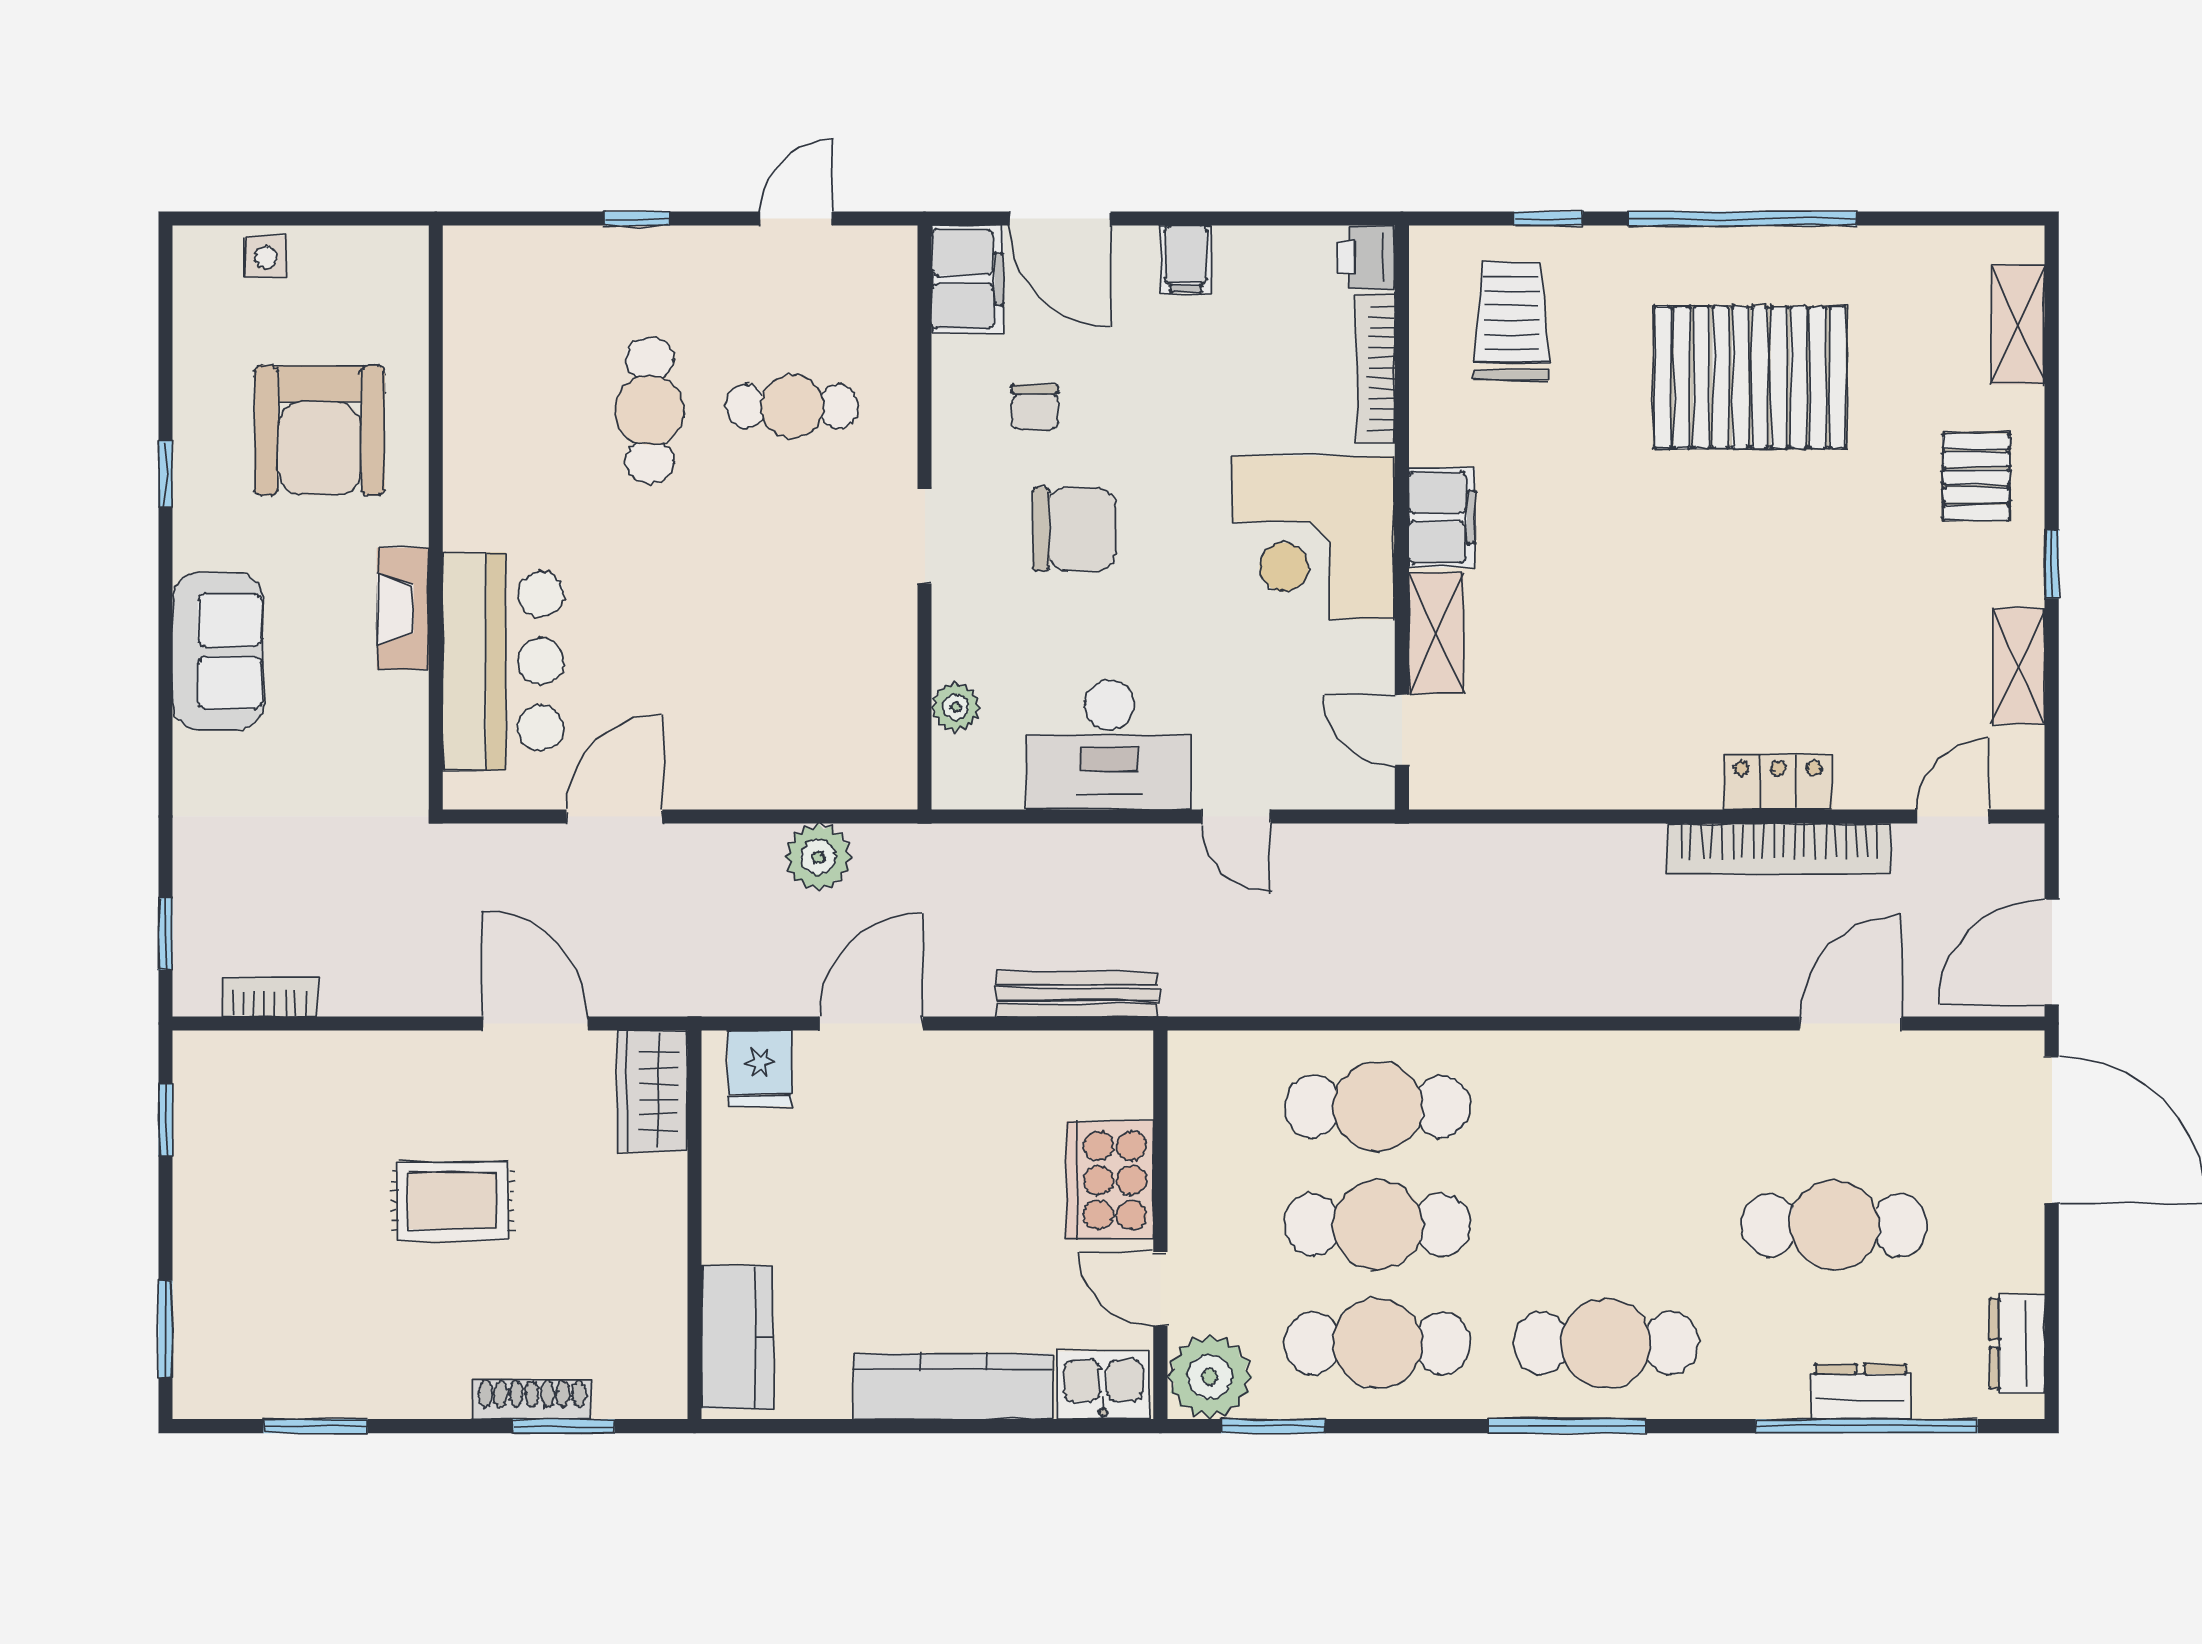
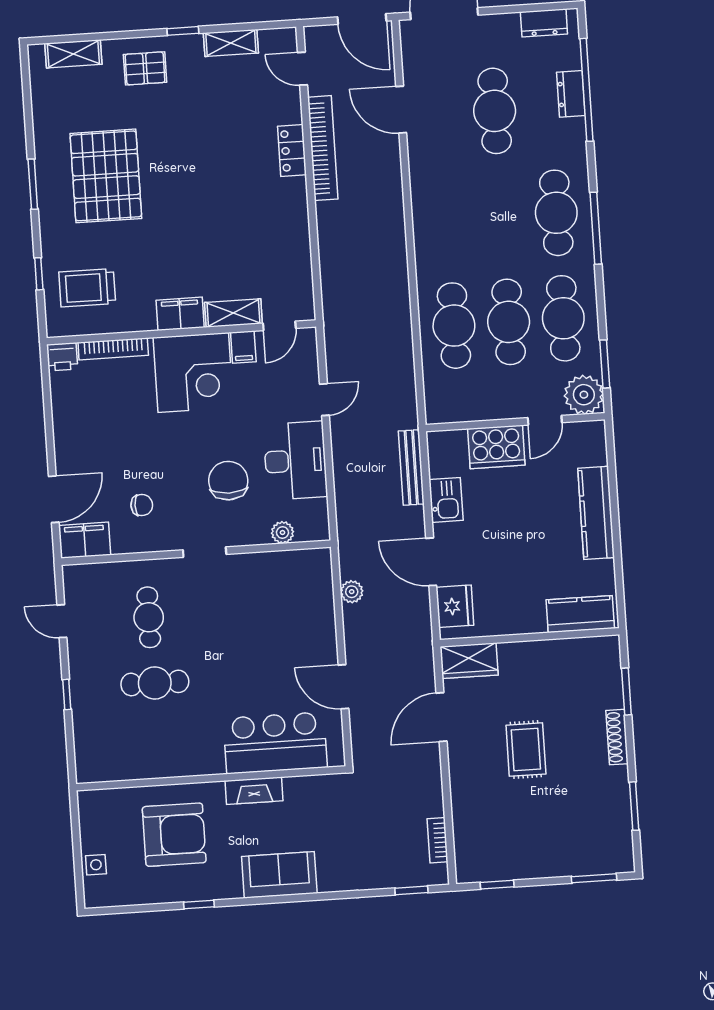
window: (1743, 219) -> (33, 184), width x0.47
filing cabinet: (1186, 259) -> (243, 347), moved, turned 90
chair: (1074, 529) -> (228, 481), moved
plant: (818, 857) -> (352, 592), width x0.73, depth x0.73
fridge: (760, 1068) -> (455, 606), width x1.38
kitchen sink: (1103, 1385) -> (446, 500), moved, turned 180
shoe rack: (532, 1399) -> (617, 737), moved

